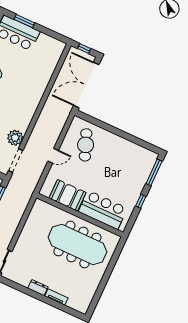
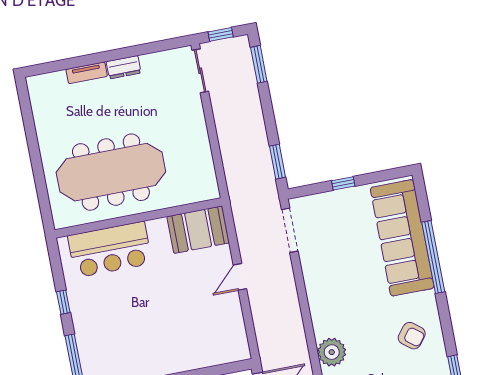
plant: (15, 138) -> (332, 352), moved
cafe table: (86, 145) -> (204, 327), removed
booth: (67, 195) -> (198, 230), moved

